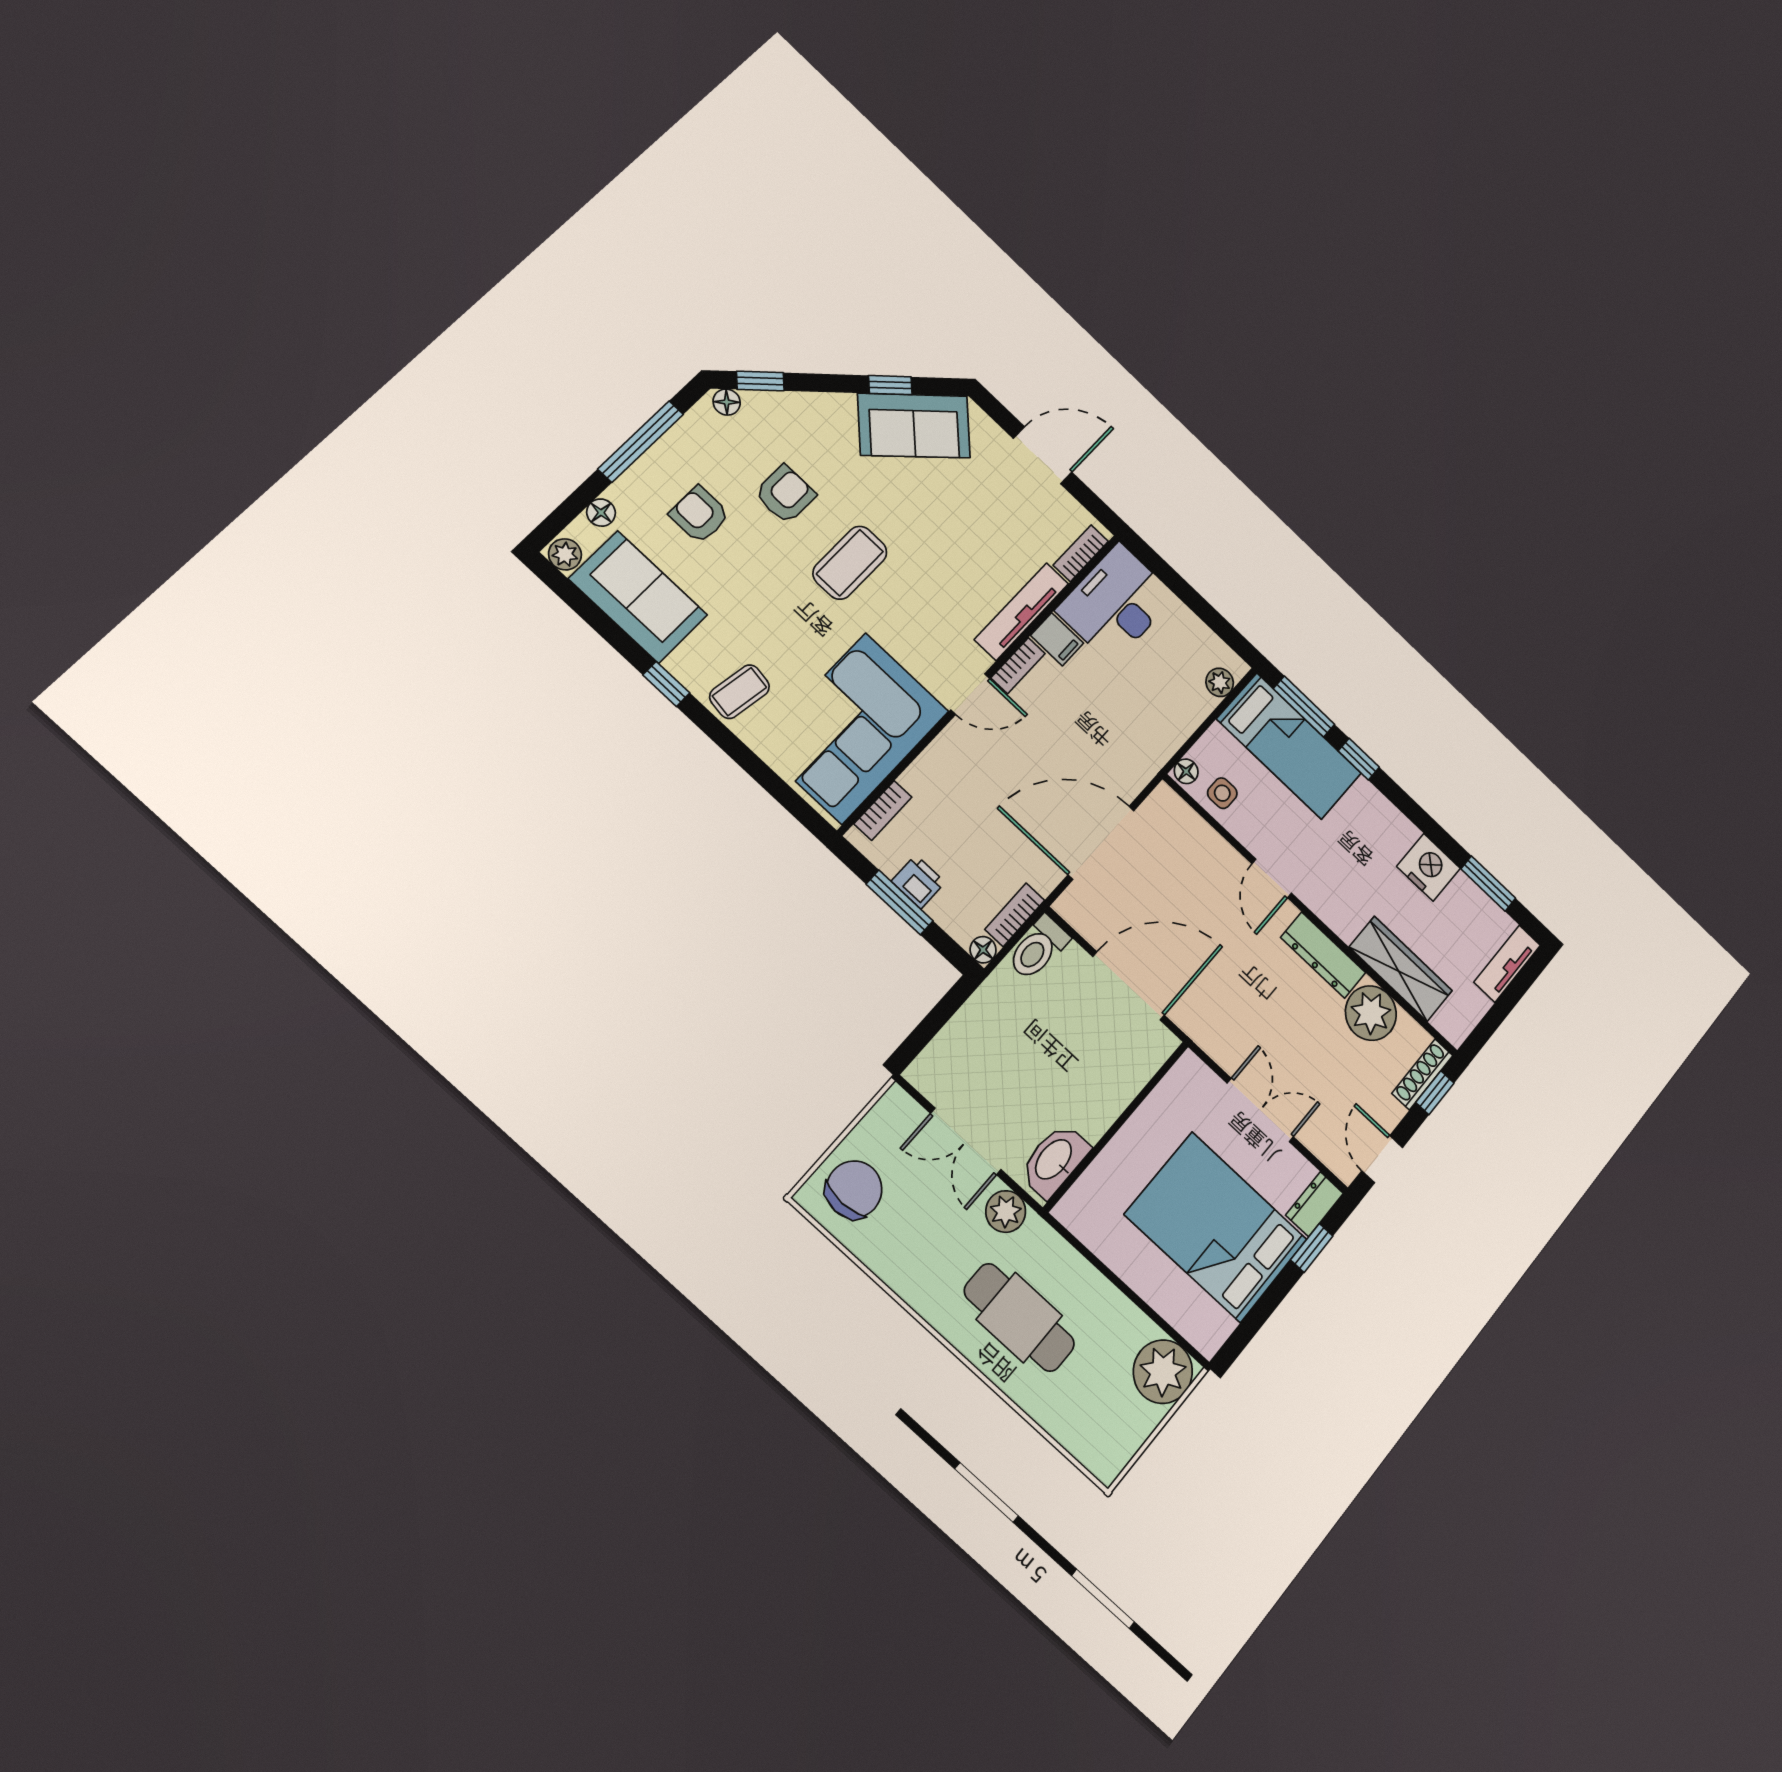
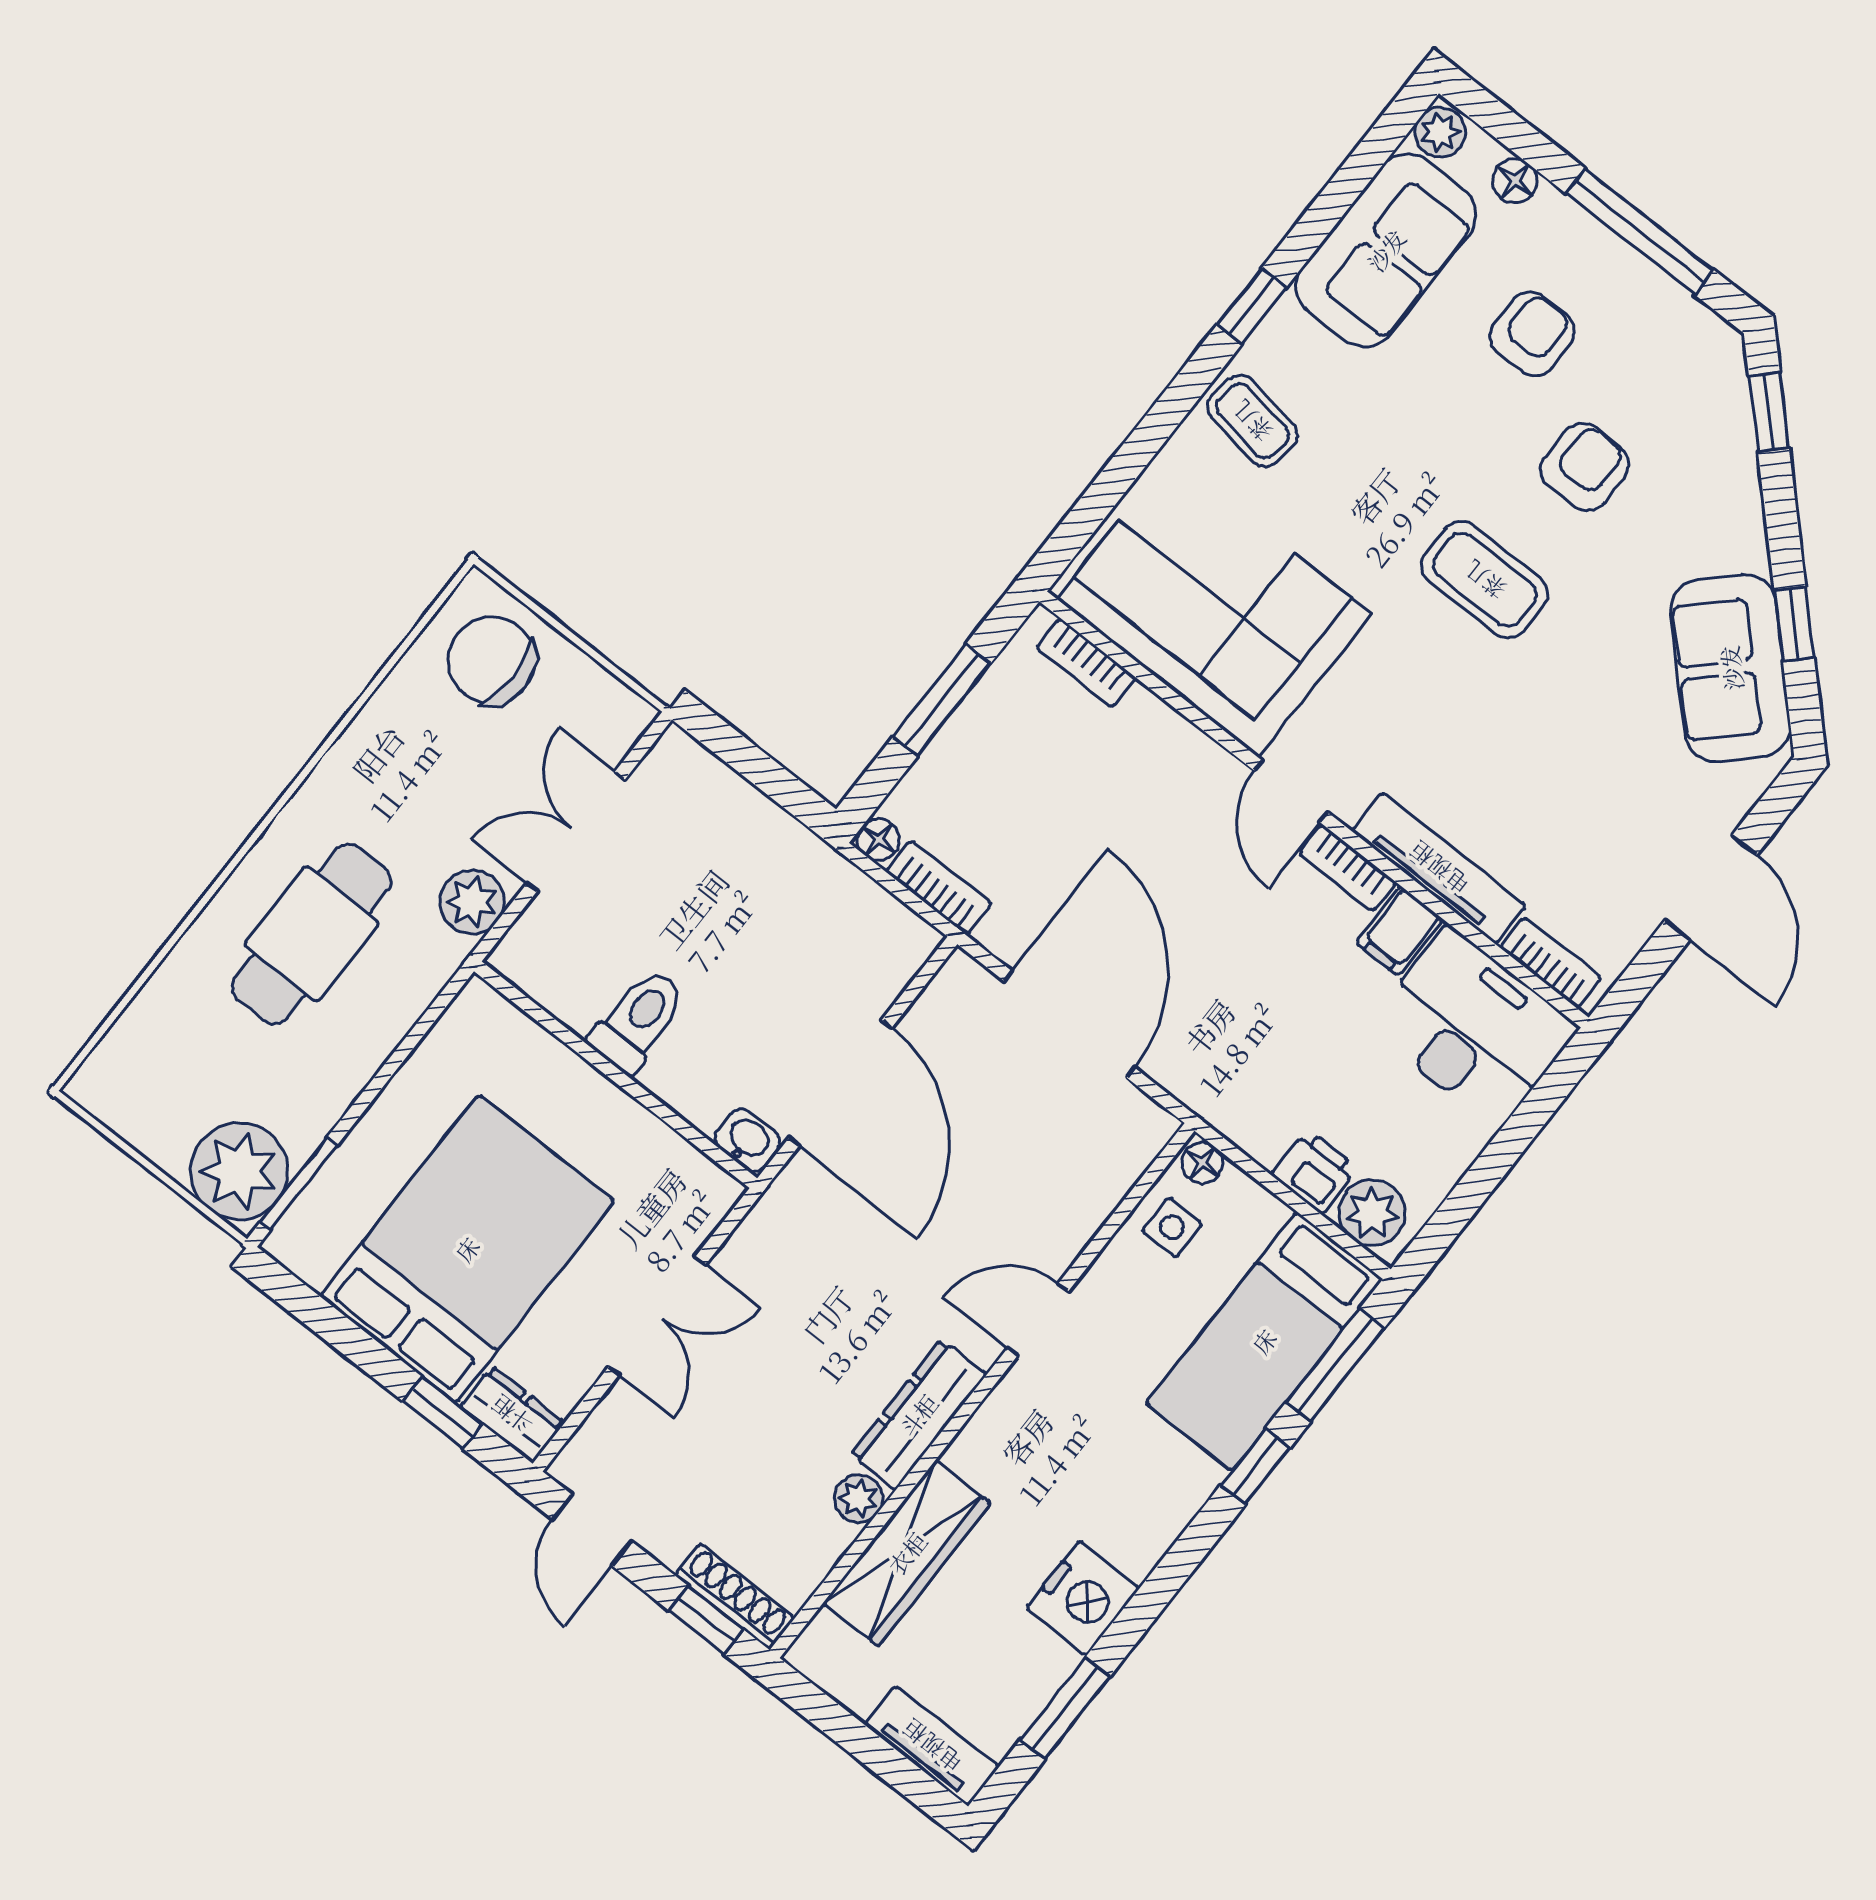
floor lamp: (727, 402) -> (1725, 361), removed
armchair: (785, 494) -> (1585, 467), turned -90
plant: (1220, 682) -> (1372, 1213), width x1.38, depth x1.38
printer: (918, 882) -> (1314, 1172), moved, turned -90
toilet: (1038, 948) -> (638, 1020), moved, turned 90
plant: (1371, 1013) -> (859, 1499), width x0.53, depth x0.53
door: (1382, 1159) -> (592, 1530), swing flipped
washbasin: (1054, 1160) -> (747, 1140), moved, width x0.52, depth x0.69
chair: (854, 1190) -> (492, 660), turned 180
window: (1172, 1333) -> (299, 1184), added

